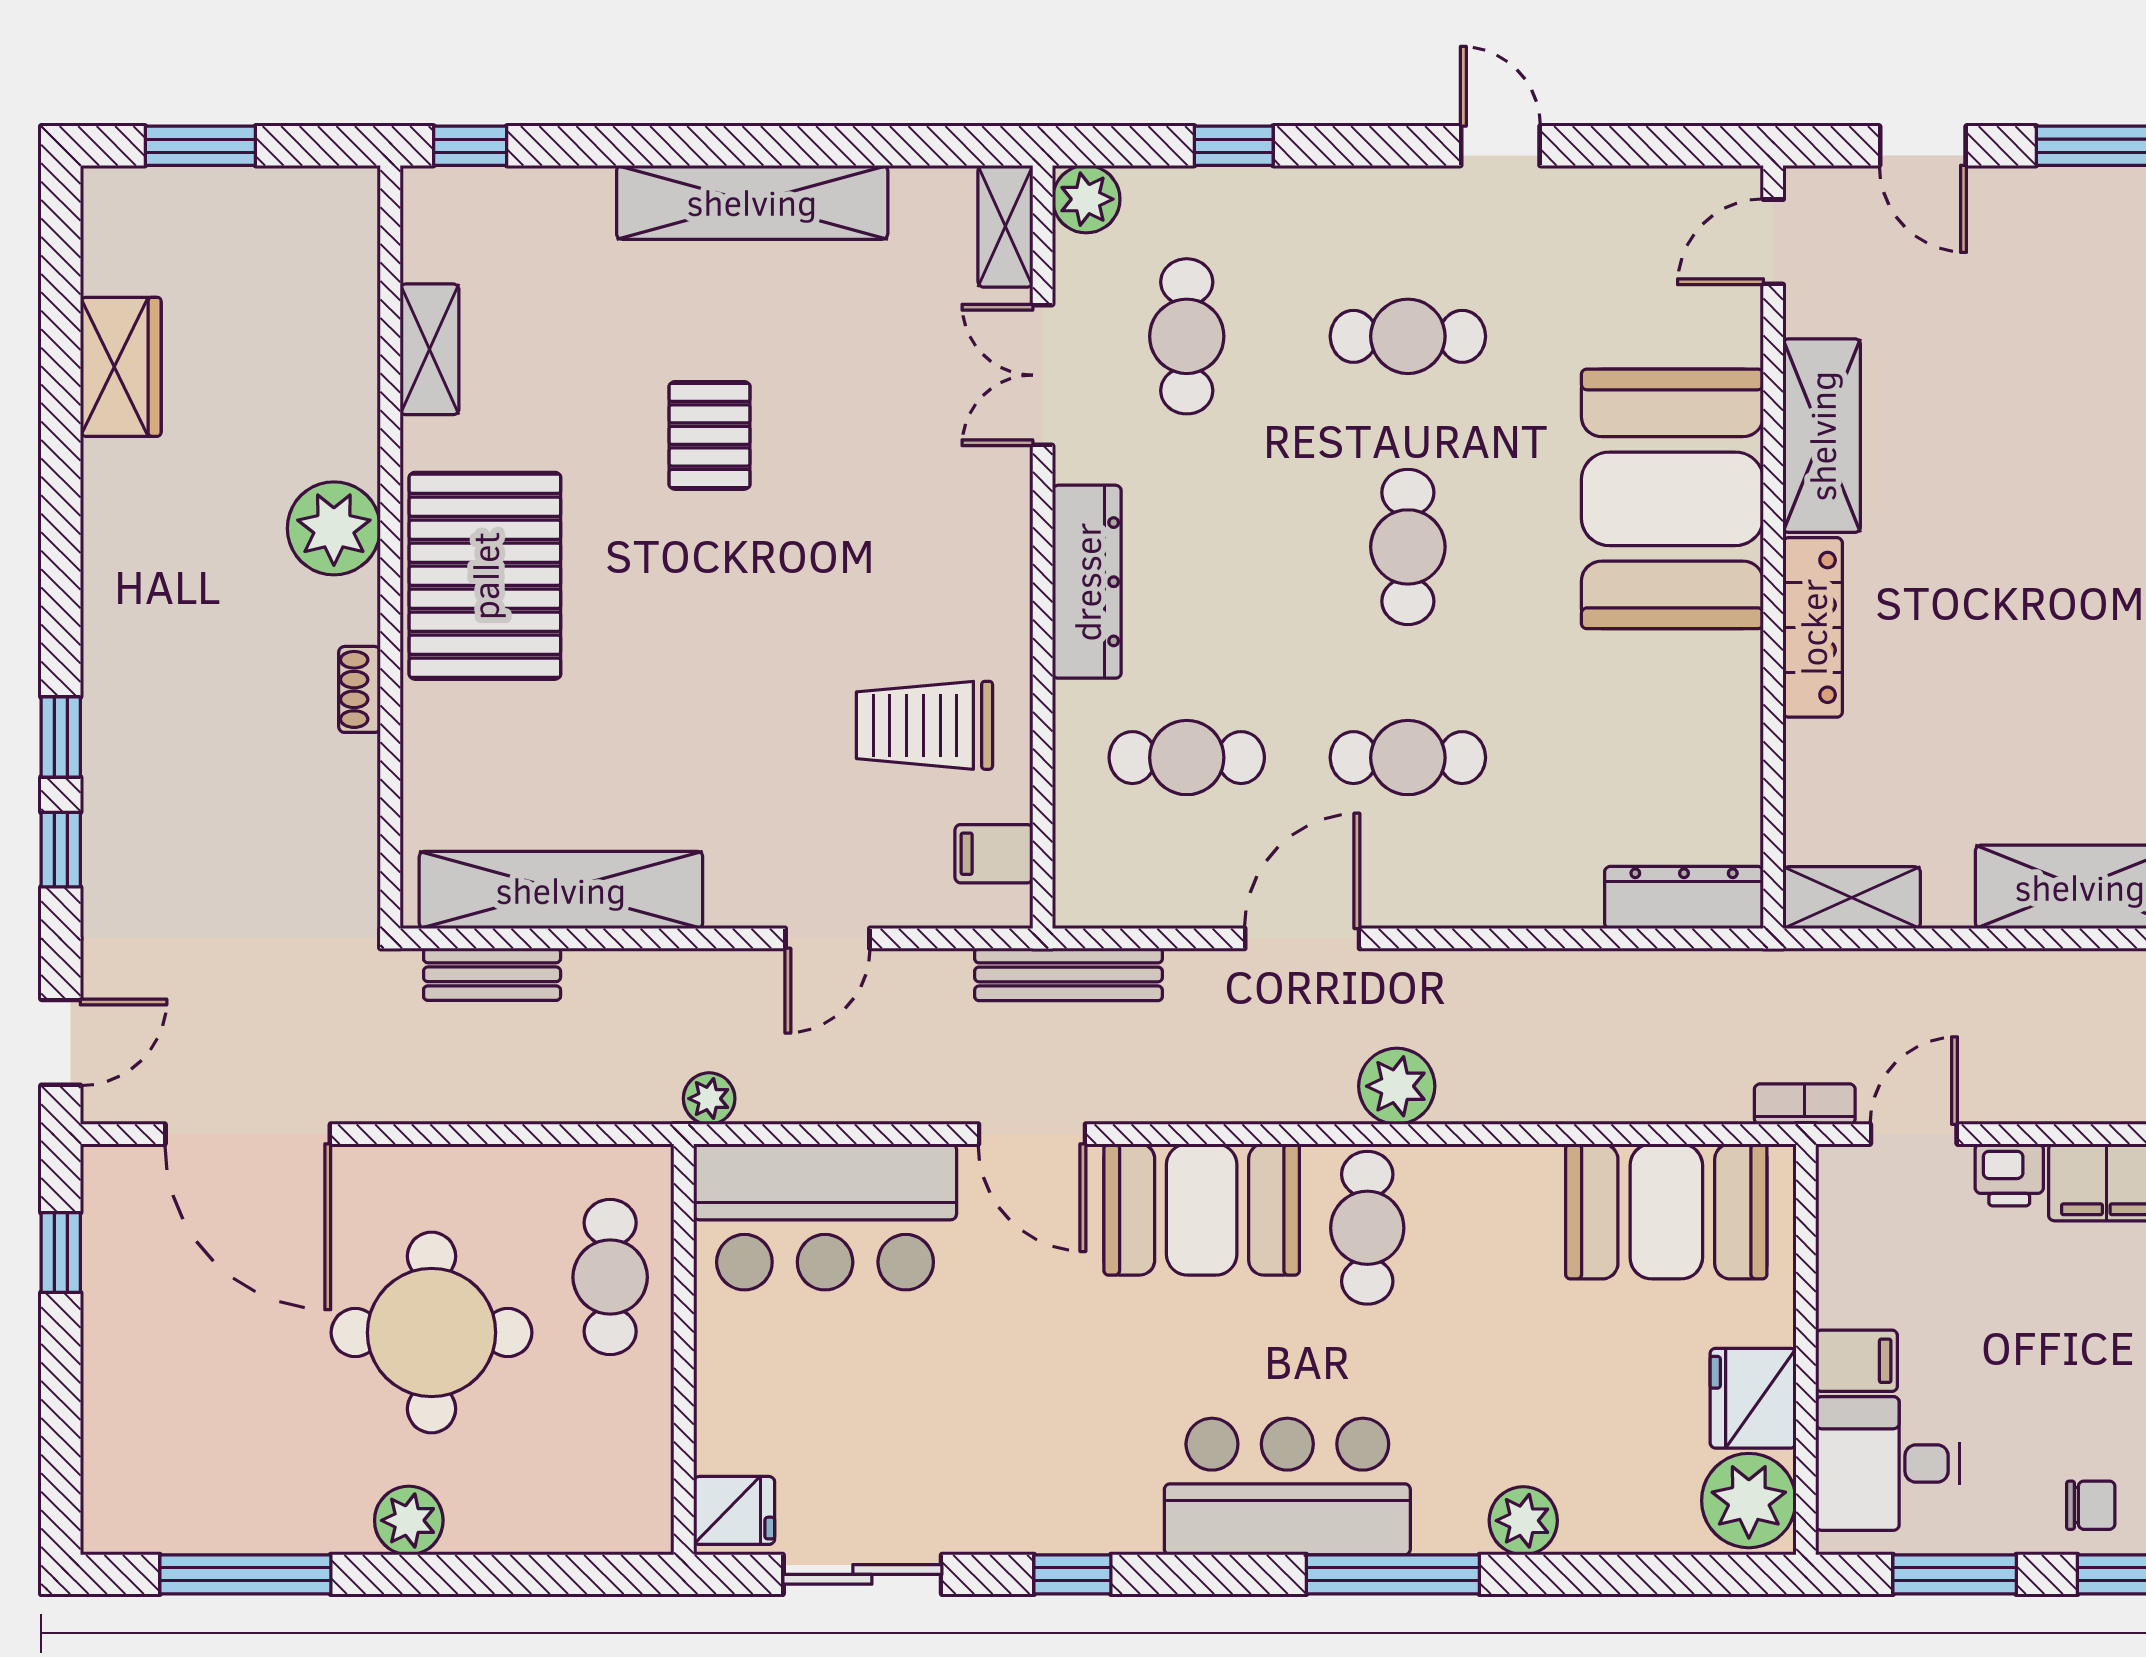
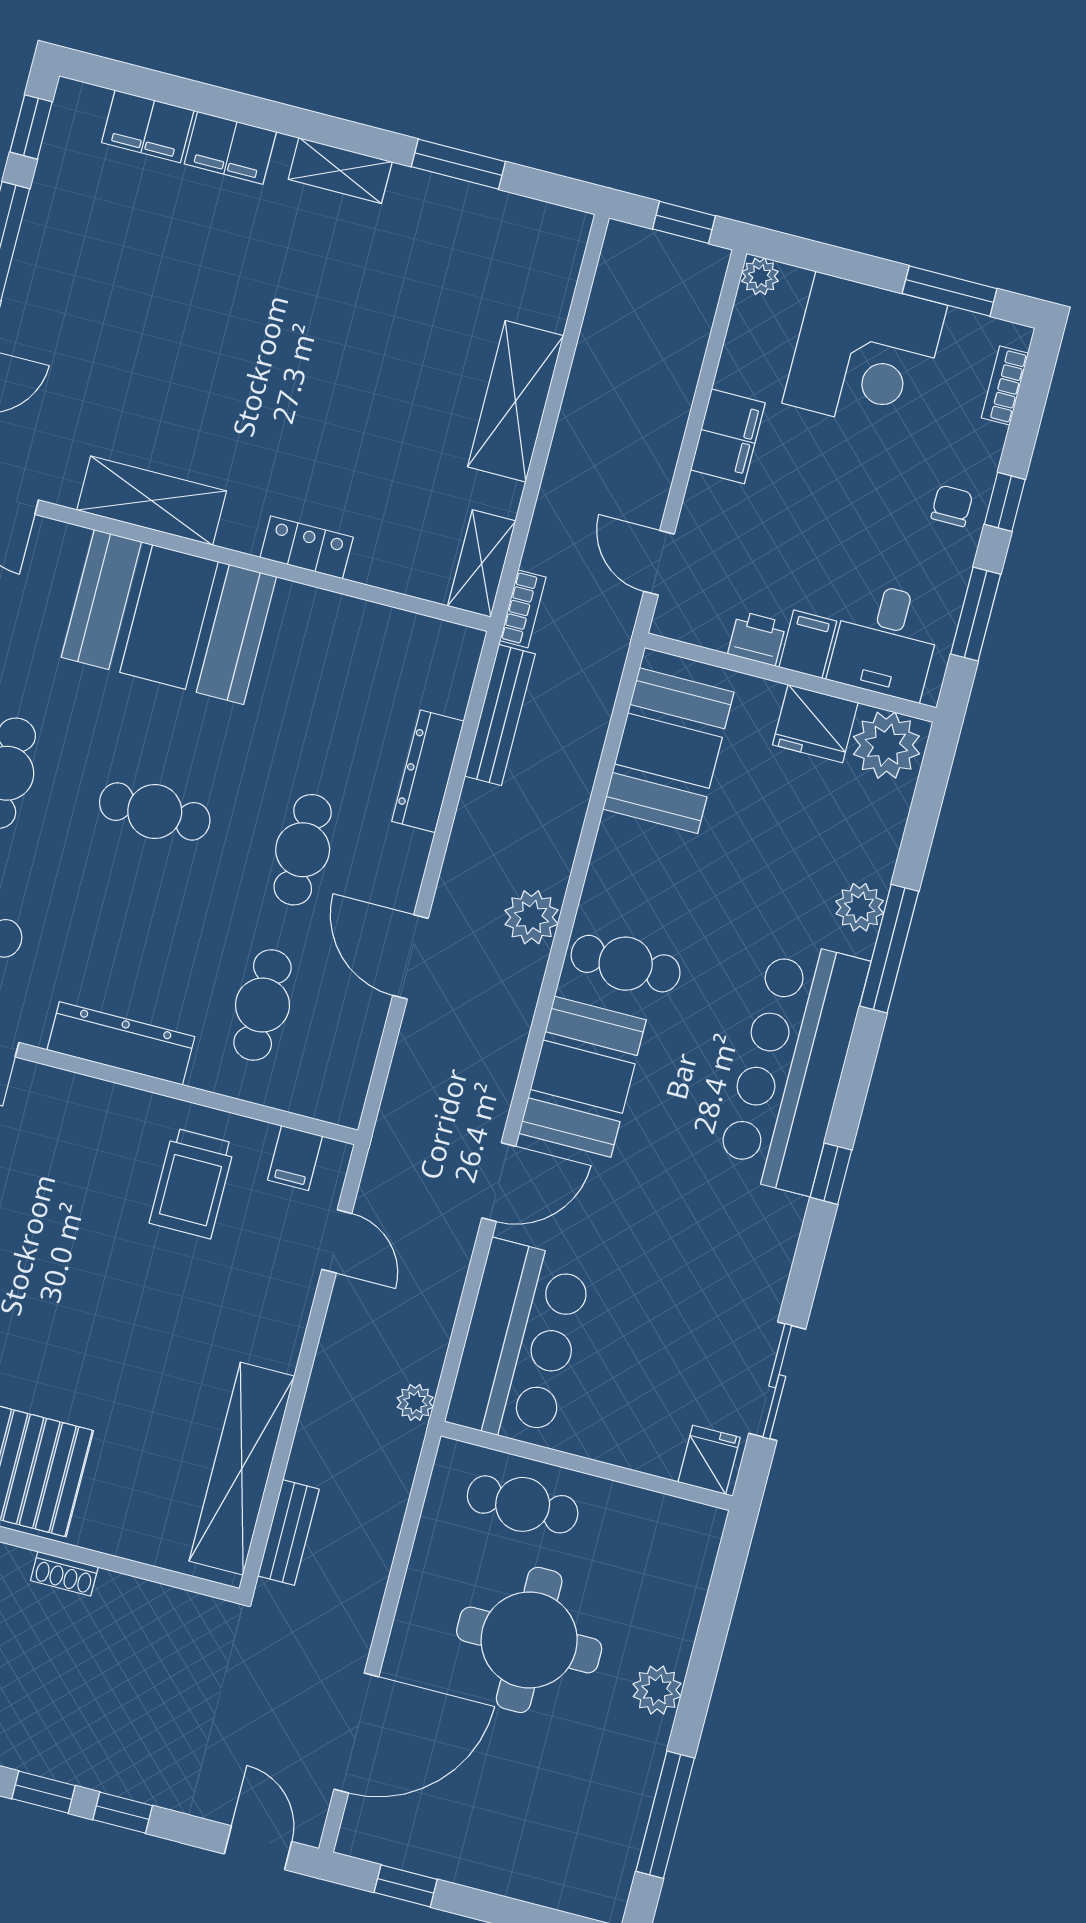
locker: (1813, 627) -> (307, 547), width x0.66
dresser: (1684, 897) -> (428, 771), moved
door: (827, 938) -> (337, 1241), moved
bench: (1069, 974) -> (500, 715), moved
bookcase: (1805, 1104) -> (523, 609), moved, turned 180
printer: (2009, 1175) -> (757, 638), moved, turned -90
bar counter: (1287, 1486) -> (793, 1067), width x1.36
window: (1072, 1574) -> (831, 1174), moved
window: (1393, 1574) -> (889, 949), moved

